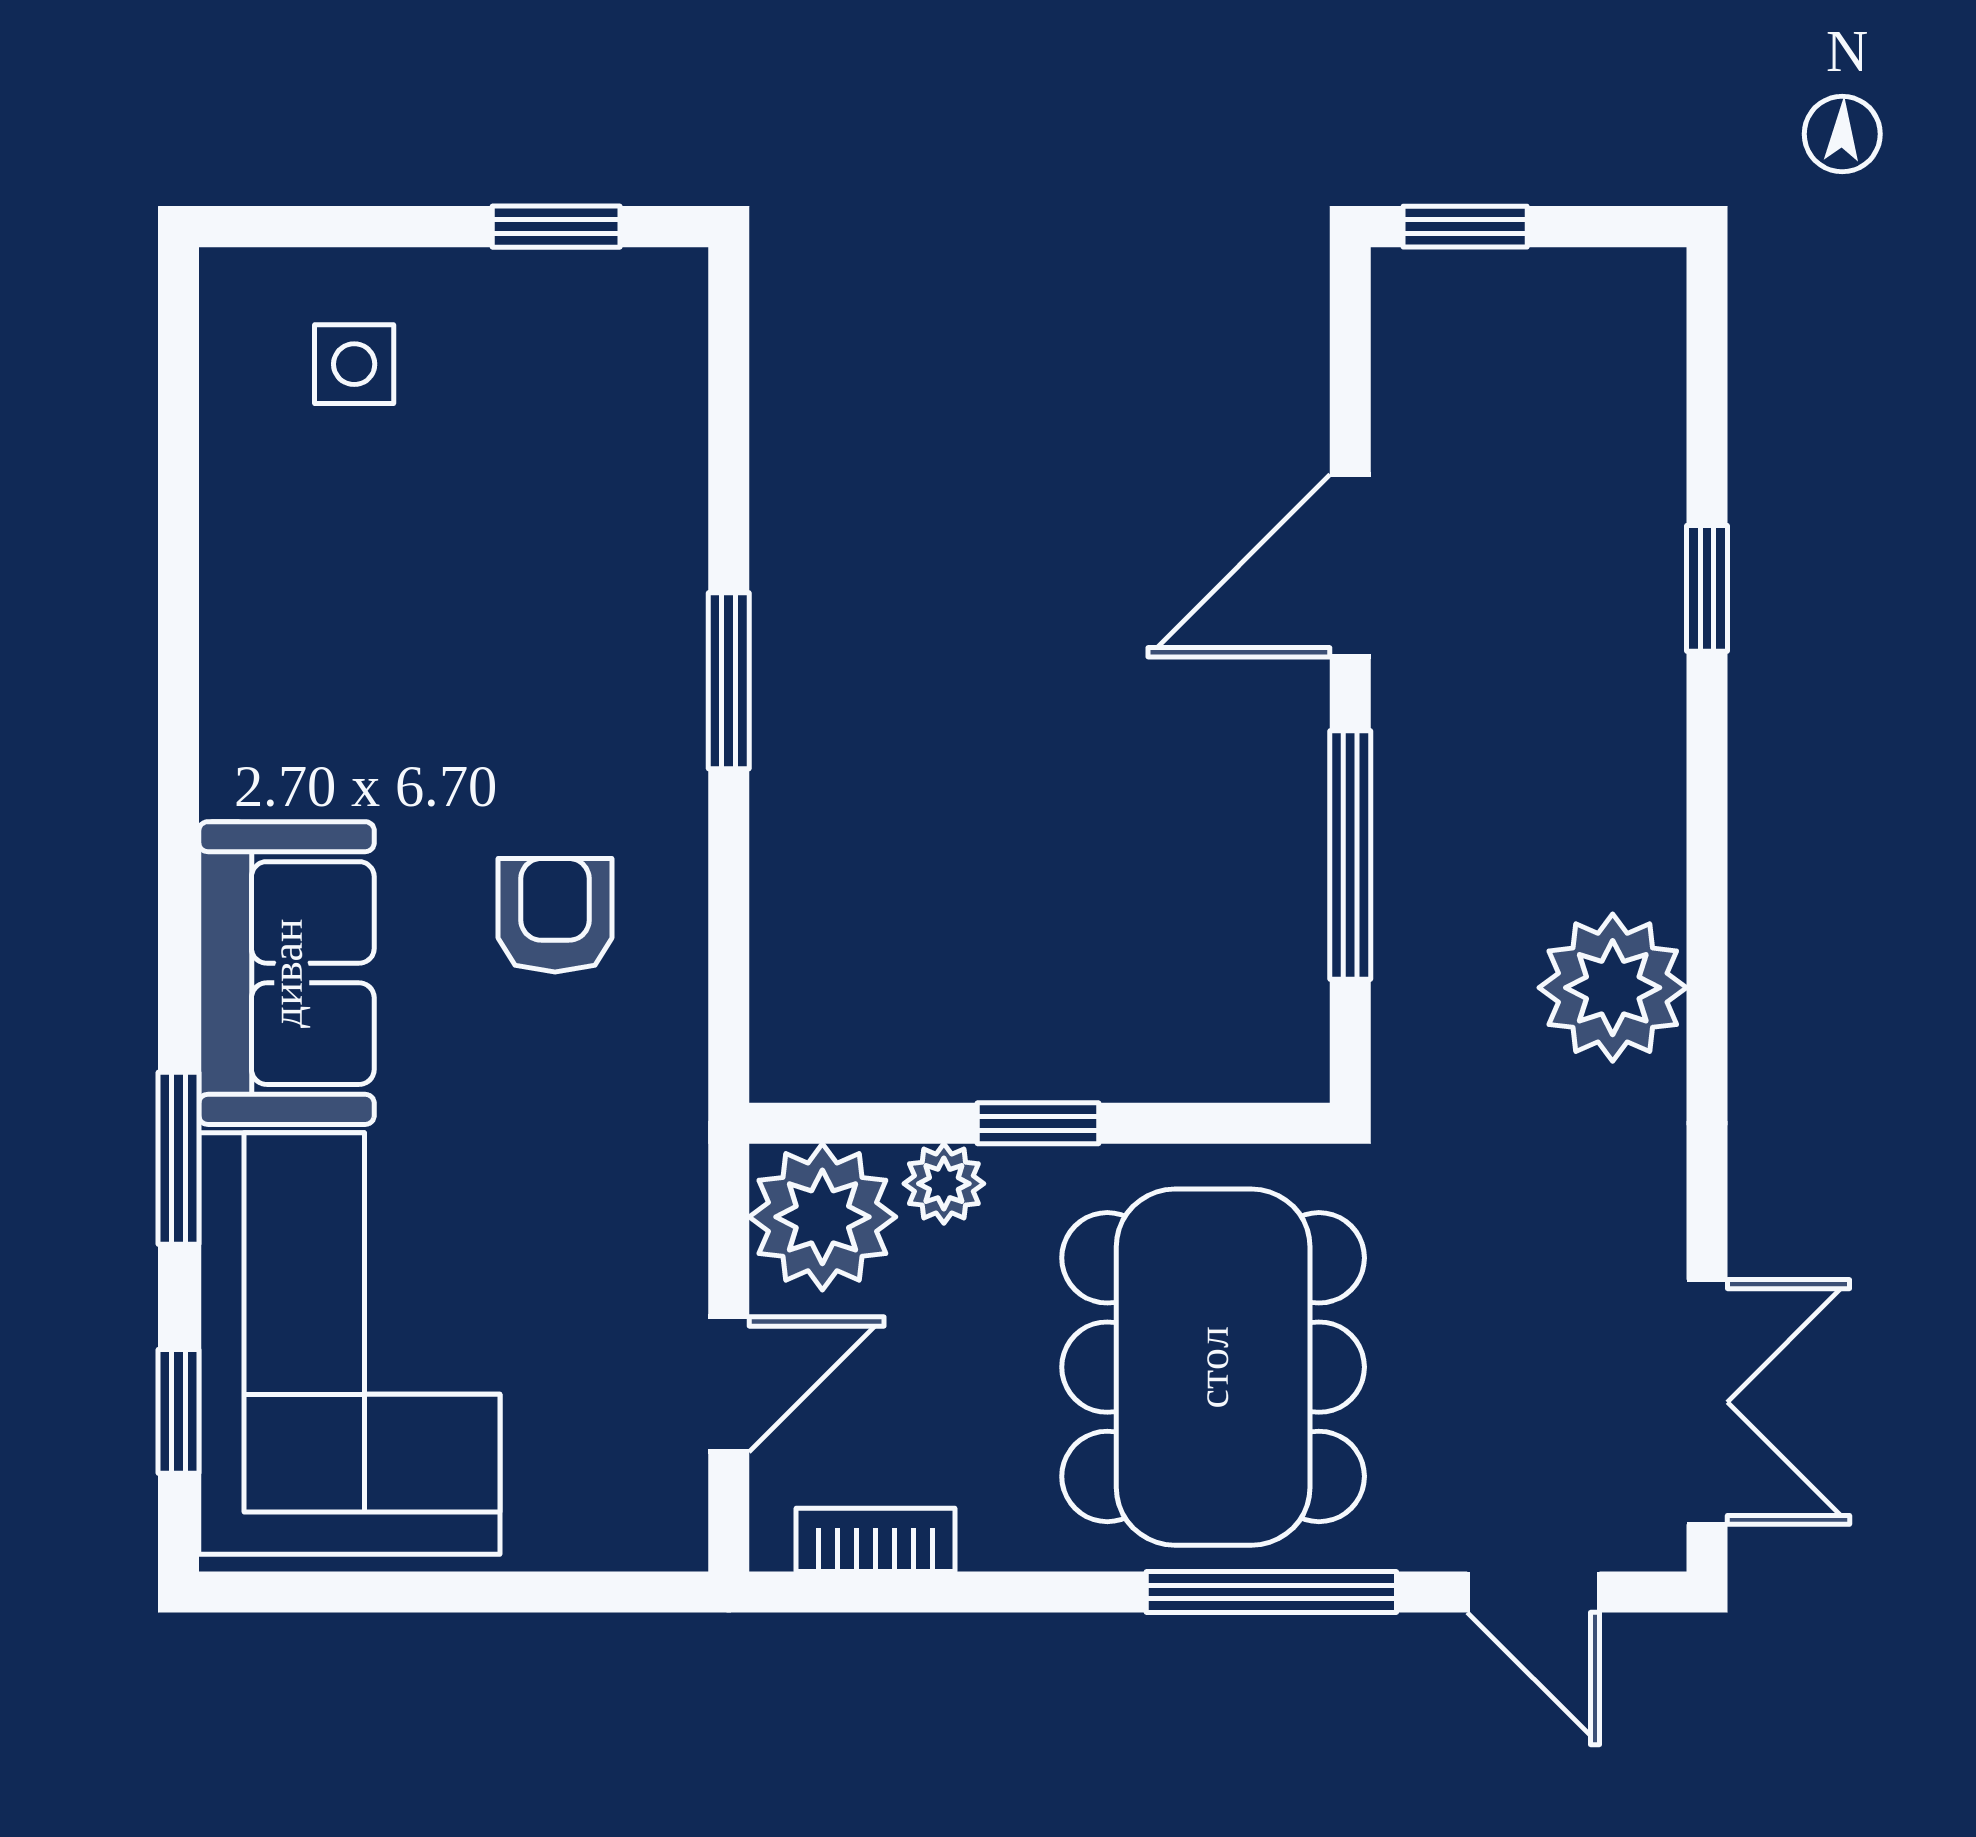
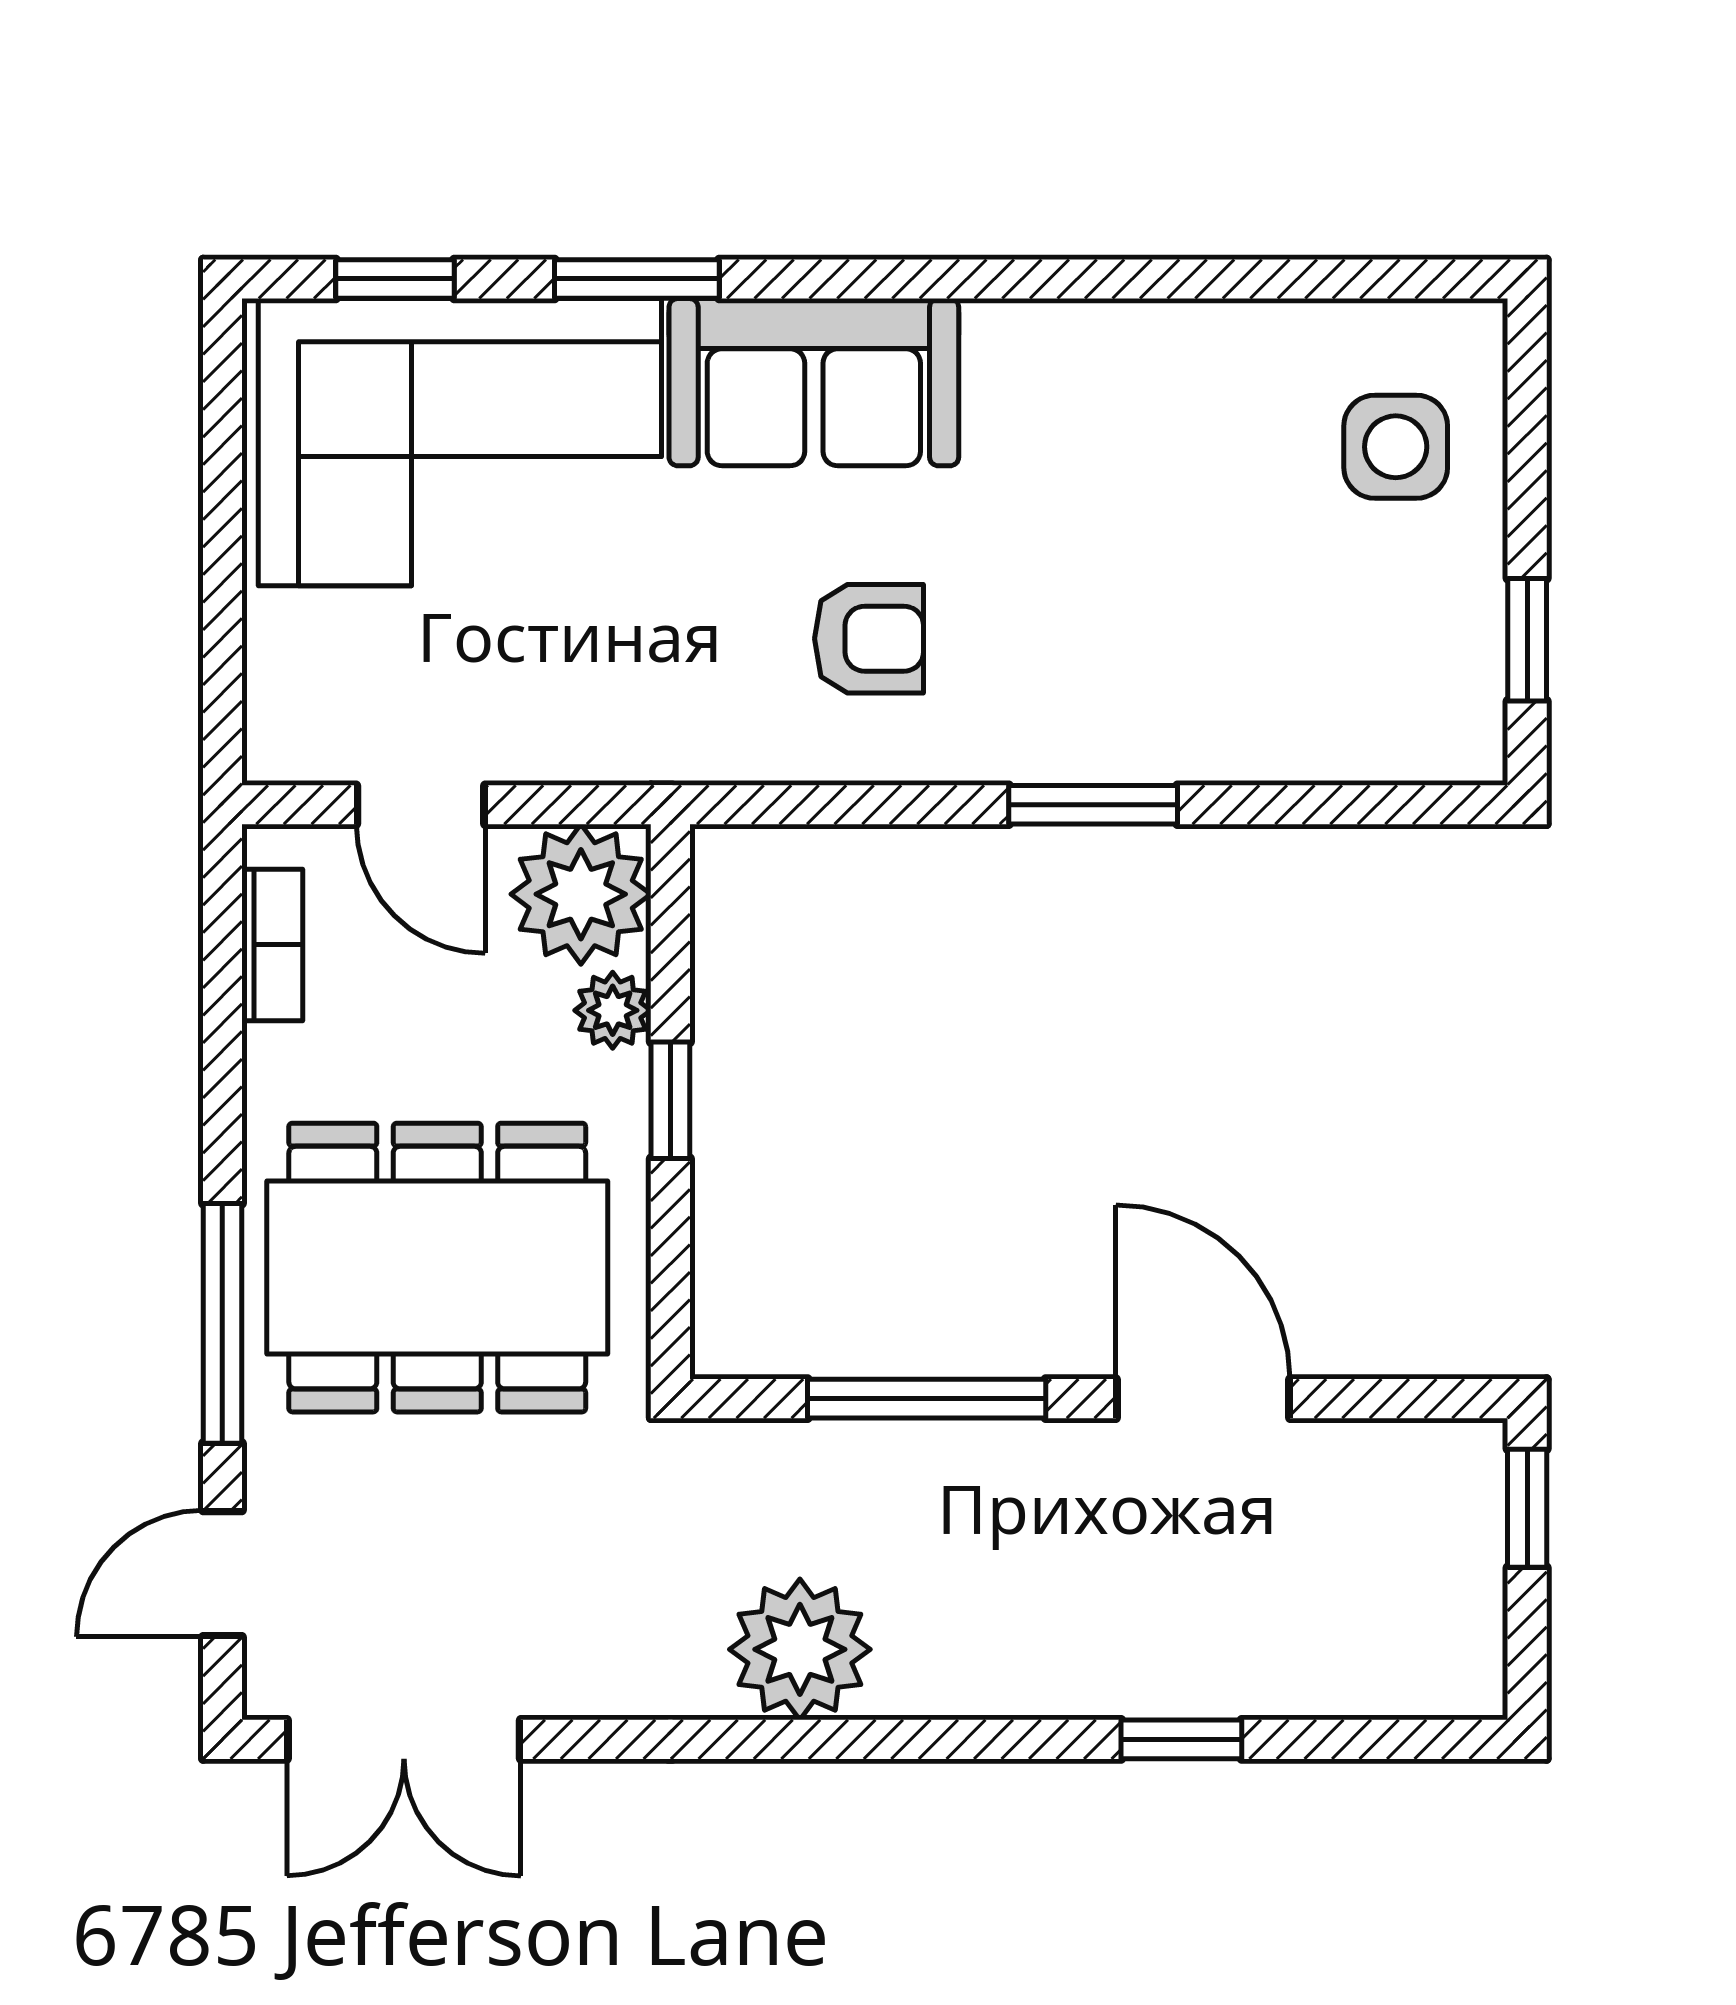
side table: (354, 364) -> (1396, 447), width x1.37, depth x1.37

